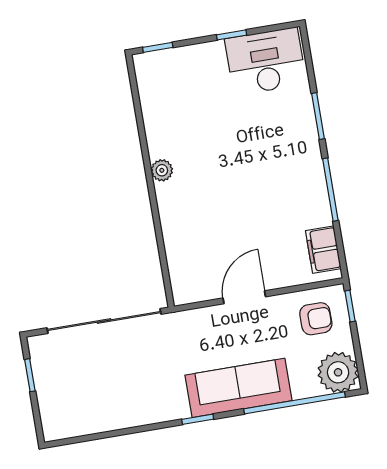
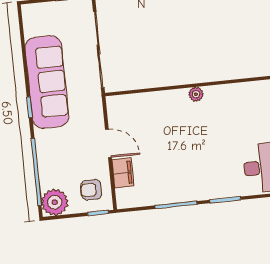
filing cabinet: (323, 250) -> (123, 173), moved, turned 90
armchair: (316, 319) -> (91, 190), turned 90
sofa: (238, 388) -> (47, 82), moved, width x1.36, depth x1.27

